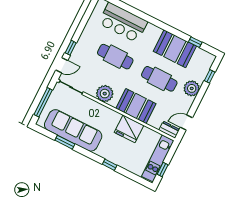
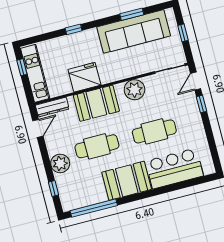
window: (195, 42) -> (94, 208), width x3.17
booth: (175, 49) -> (127, 181), moved
window: (43, 102) -> (183, 33), width x0.46
dresser: (169, 130) -> (52, 107), width x1.44

